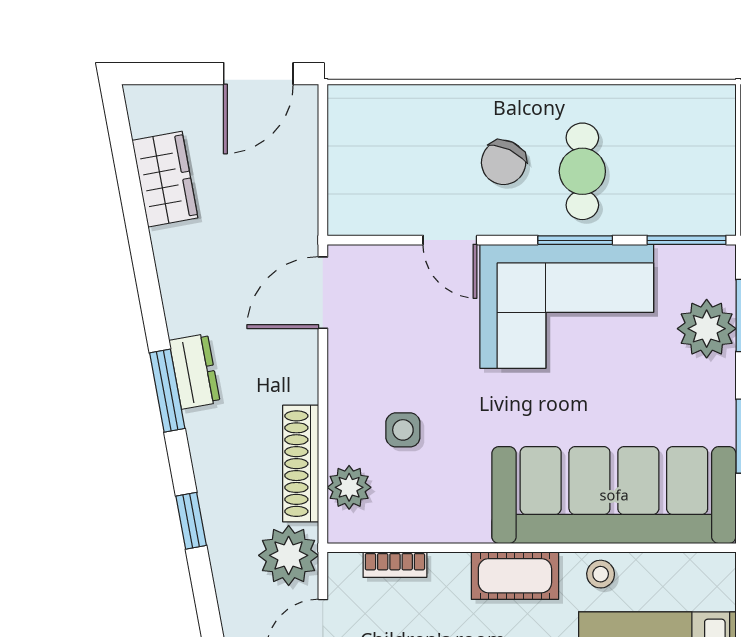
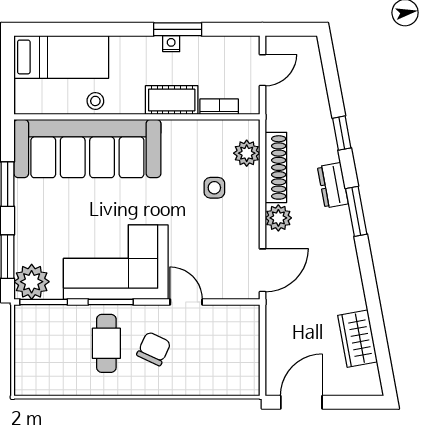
plant: (707, 329) -> (32, 282), moved
dresser: (194, 371) -> (333, 185), moved
plant: (289, 555) -> (278, 218), moved, width x0.73, depth x0.73
cot: (515, 576) -> (172, 100), moved

